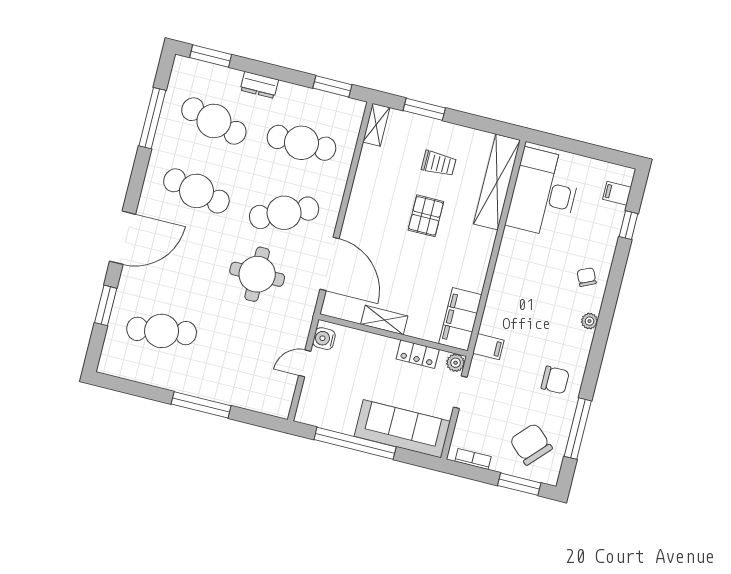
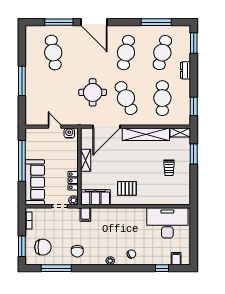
shelving: (497, 182) -> (146, 134), moved
pallet: (426, 216) -> (127, 188), moved
window: (106, 305) -> (59, 22), width x1.44
chair: (531, 444) -> (43, 247), turned 47

